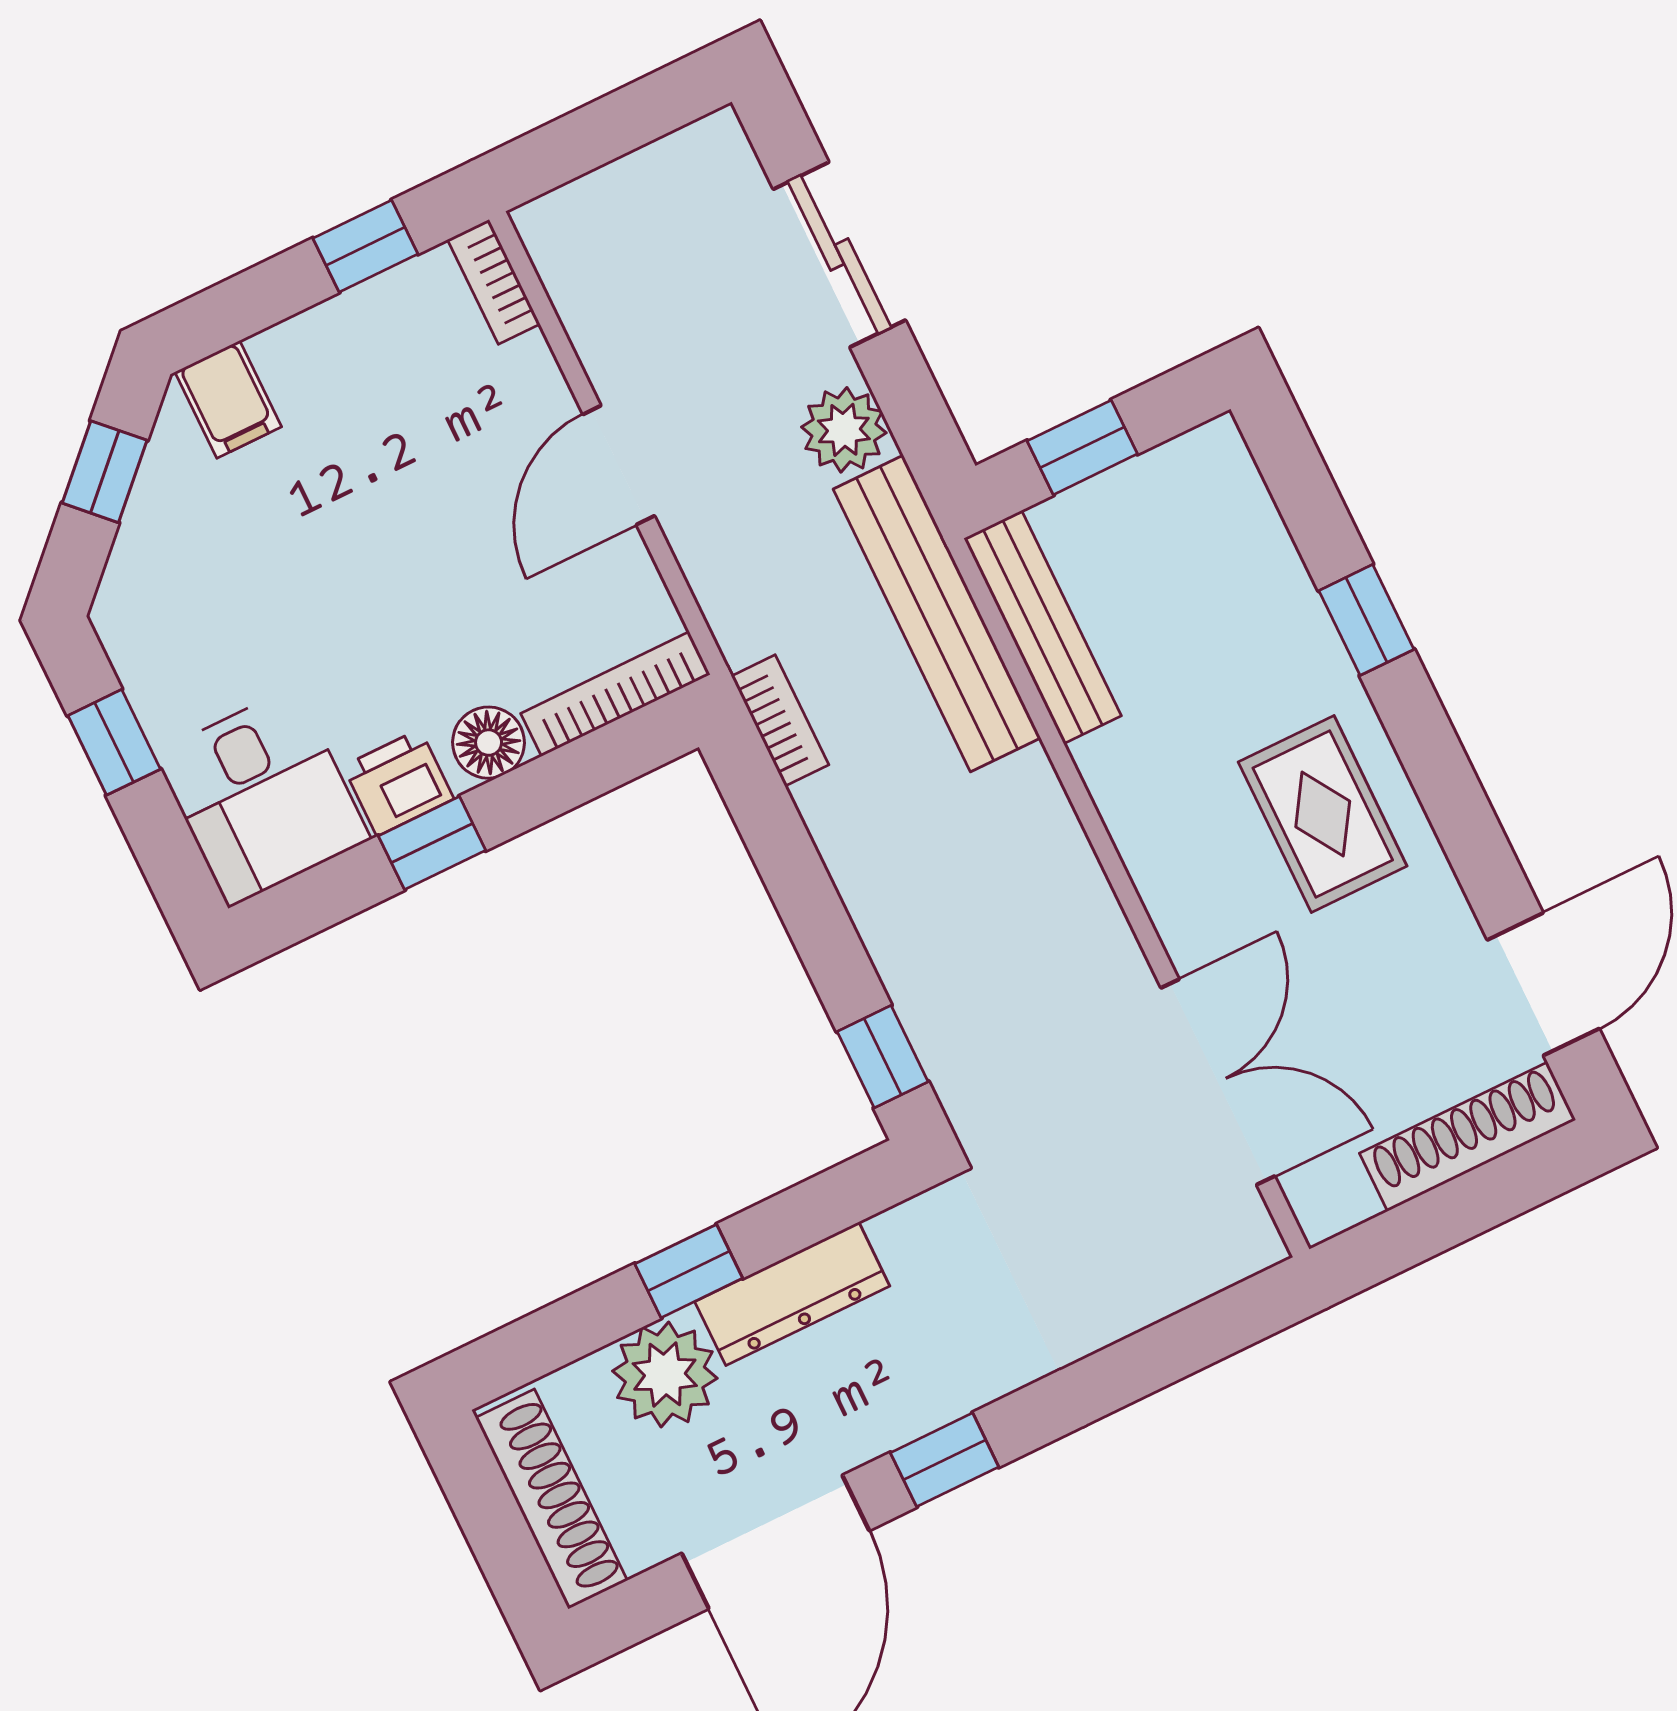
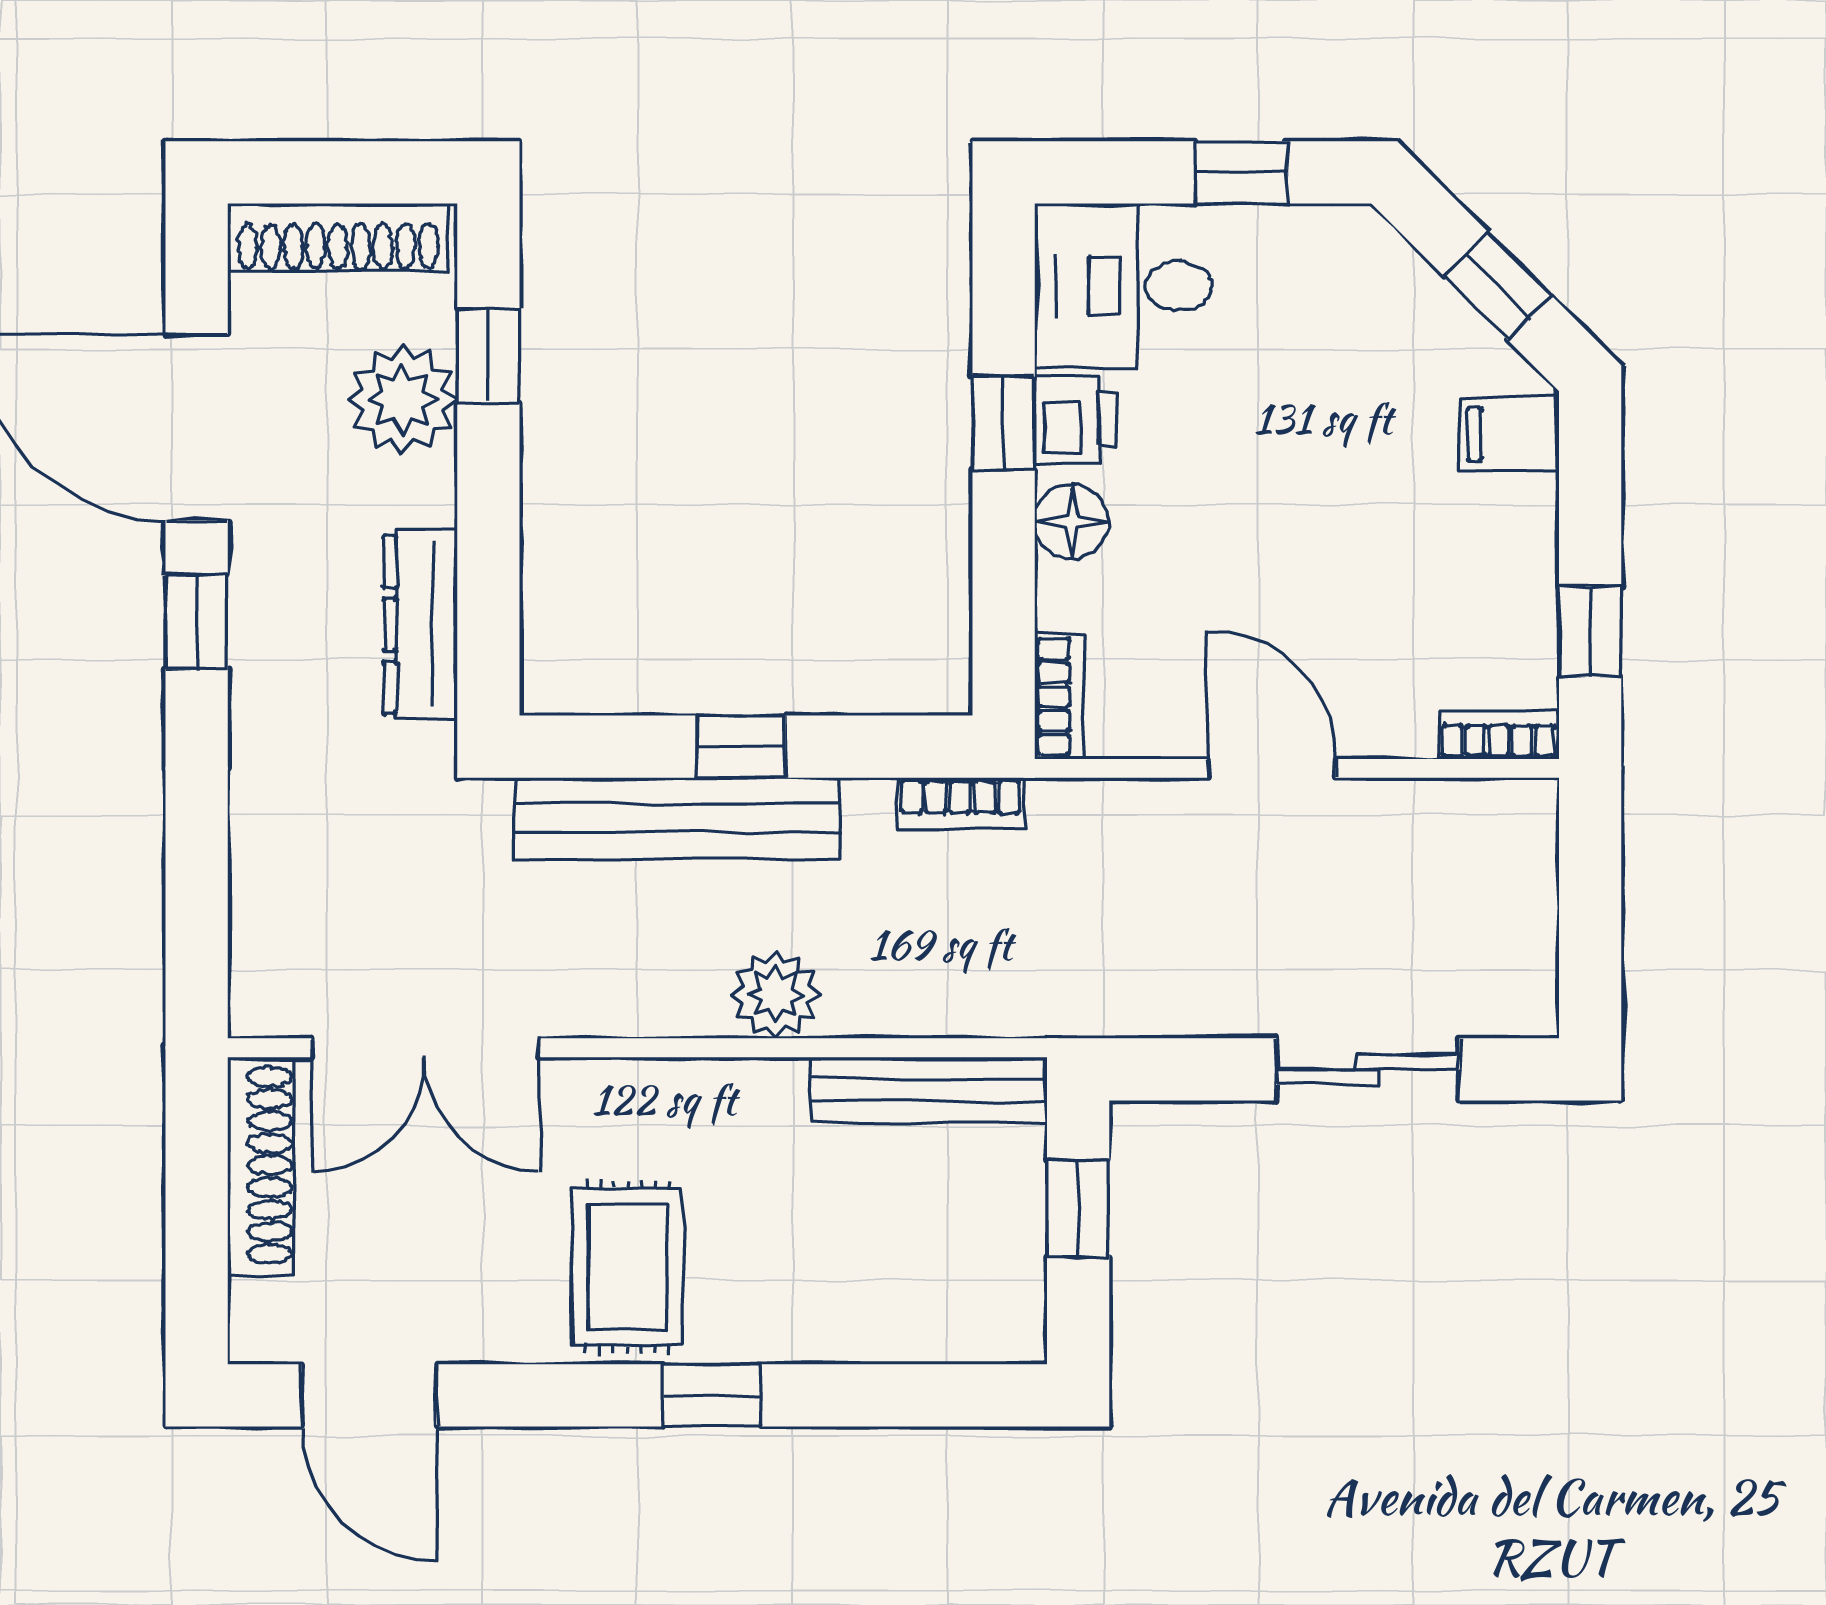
plant: (844, 430) -> (776, 994), moved
bench: (937, 613) -> (678, 818), moved
window: (1366, 620) -> (712, 1395), moved
bookcase: (616, 694) -> (1059, 697), width x0.64
rug: (1323, 814) -> (627, 1267), turned 90
window: (883, 1057) -> (741, 747), moved
shoe rack: (1468, 1137) -> (261, 1165), moved
window: (689, 1271) -> (488, 356), moved
dresser: (792, 1294) -> (420, 625), moved

